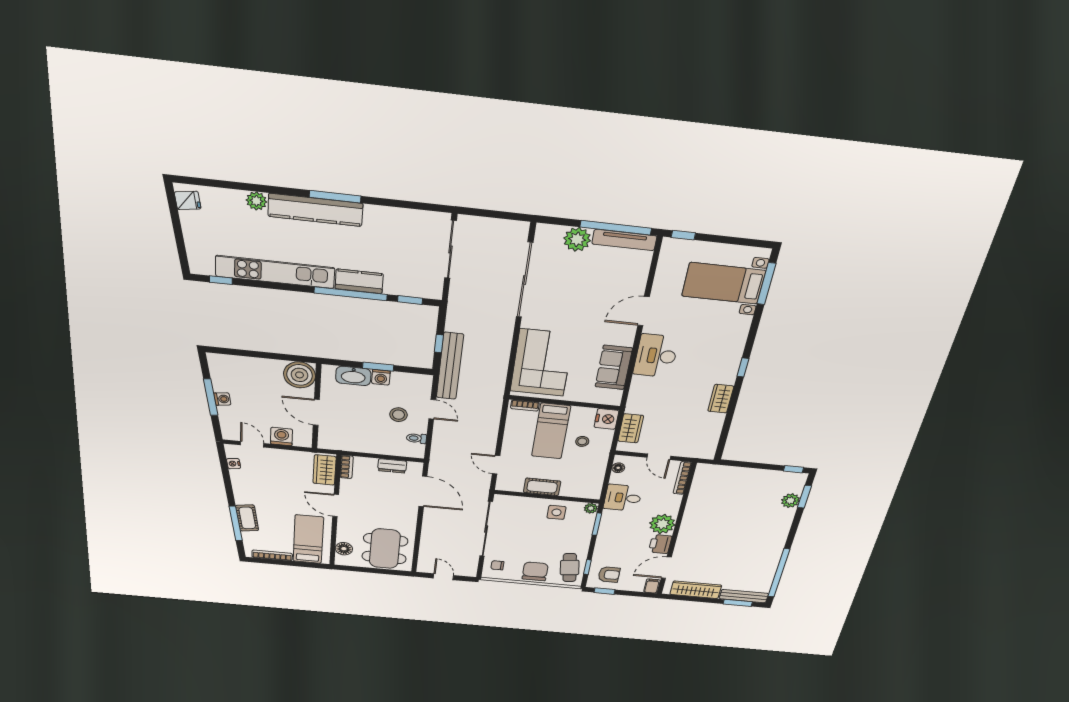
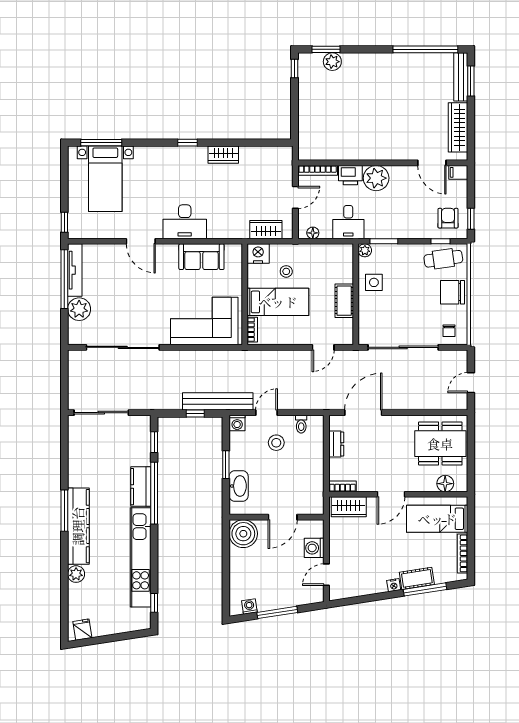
washing machine: (381, 377) -> (237, 423), moved, turned 90
washing machine: (222, 399) -> (249, 606), moved
nightstand: (234, 464) -> (394, 585), moved
printer: (660, 544) -> (350, 175), moved

